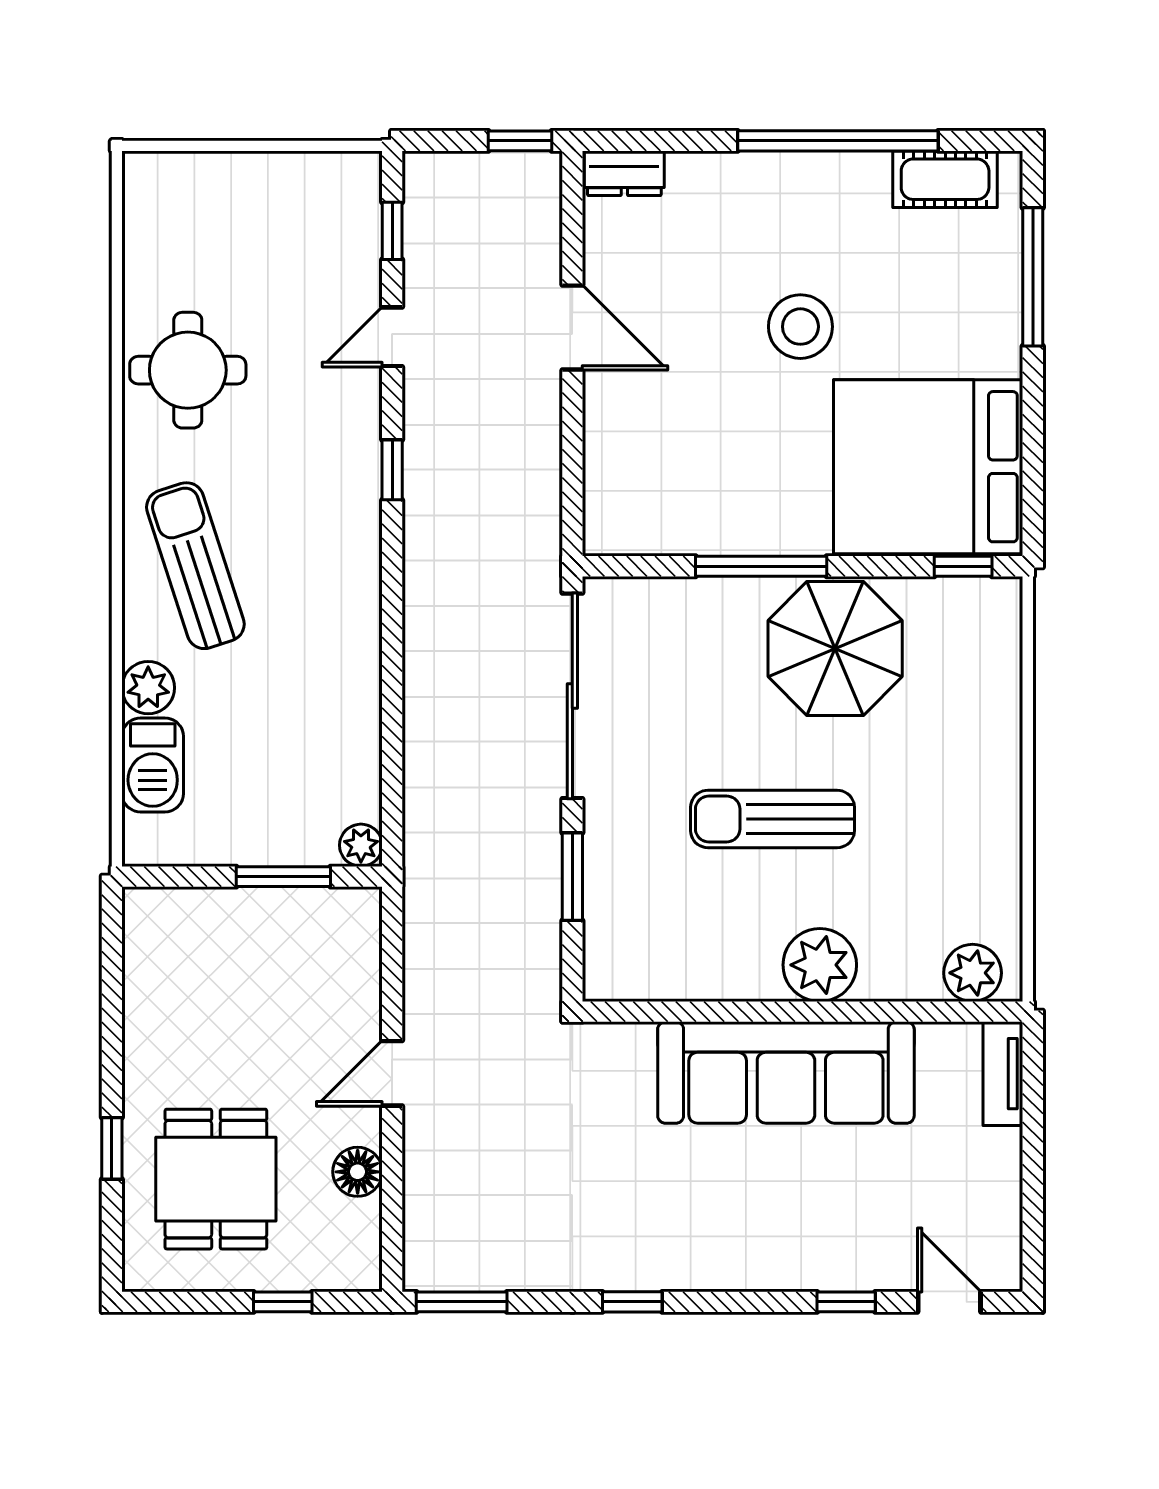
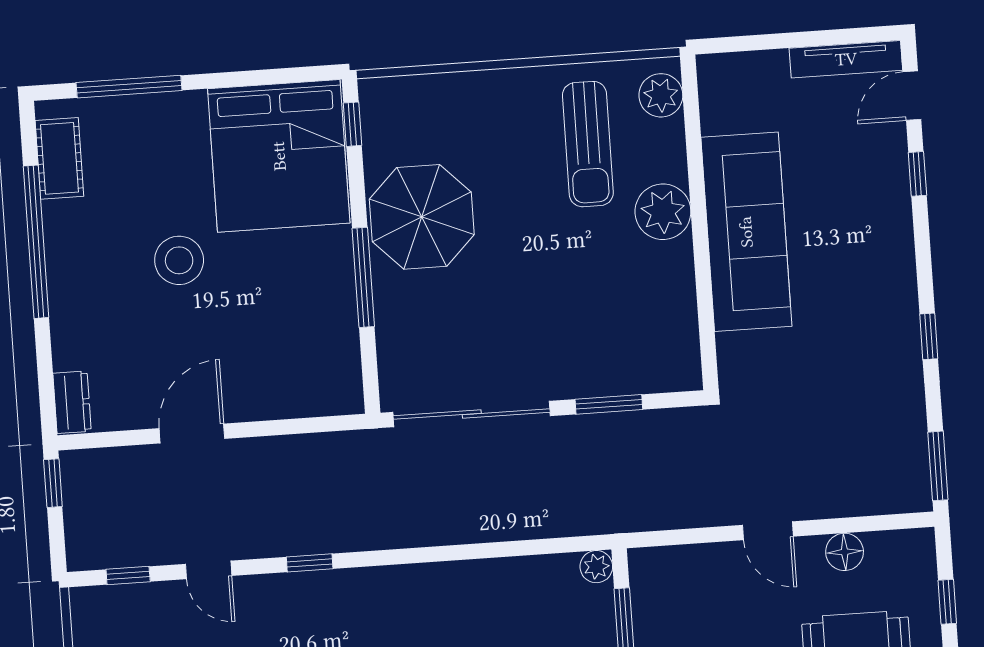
sun lounger: (773, 819) -> (588, 144), moved
tv unit: (1003, 1074) -> (846, 59), moved, width x1.41

